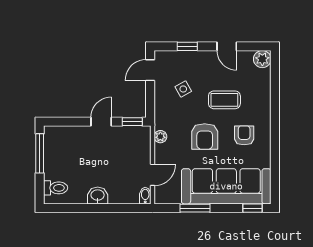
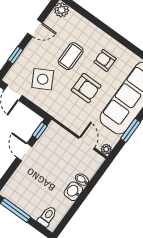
side table: (183, 89) -> (43, 79), width x1.87, depth x1.87
plant: (160, 137) -> (106, 149), moved
bidet: (145, 196) -> (82, 180), moved

